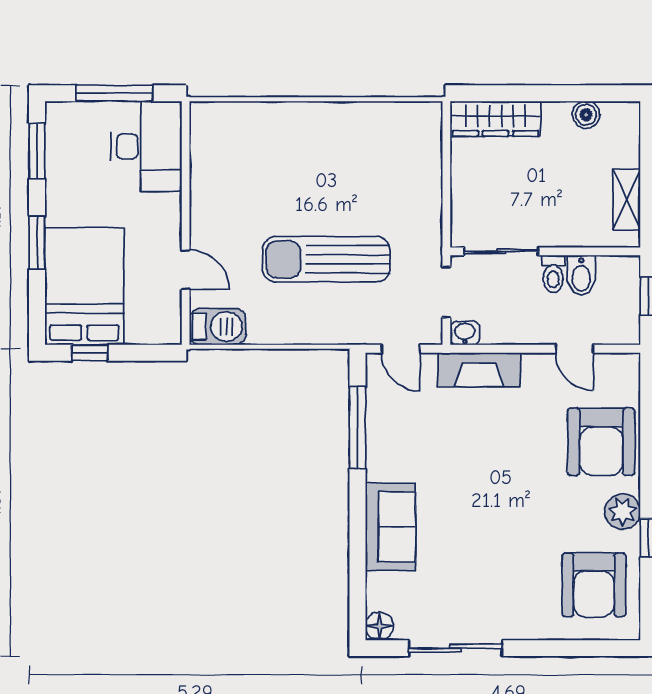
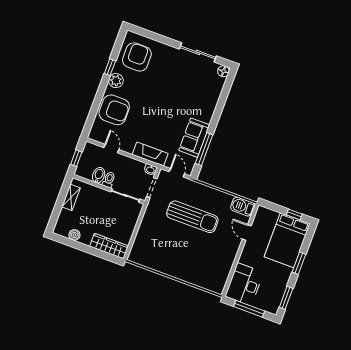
armchair: (601, 442) -> (114, 110), turned 90
sofa: (390, 527) -> (194, 138), moved

